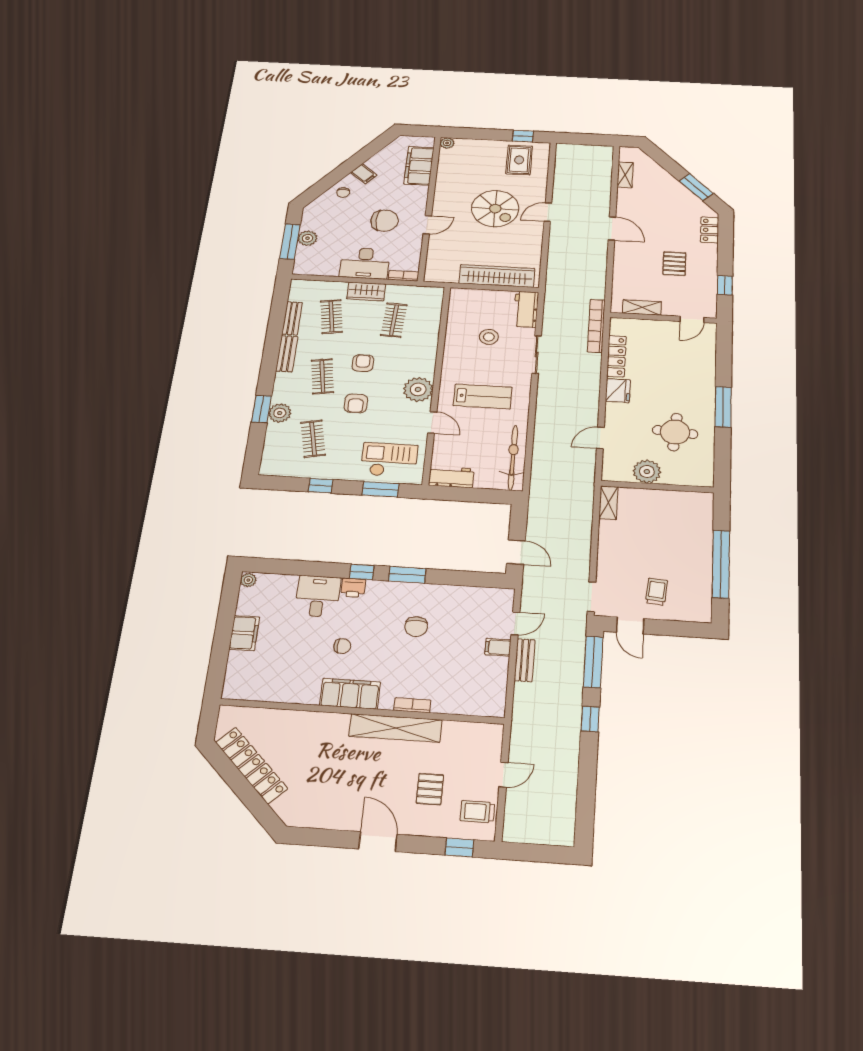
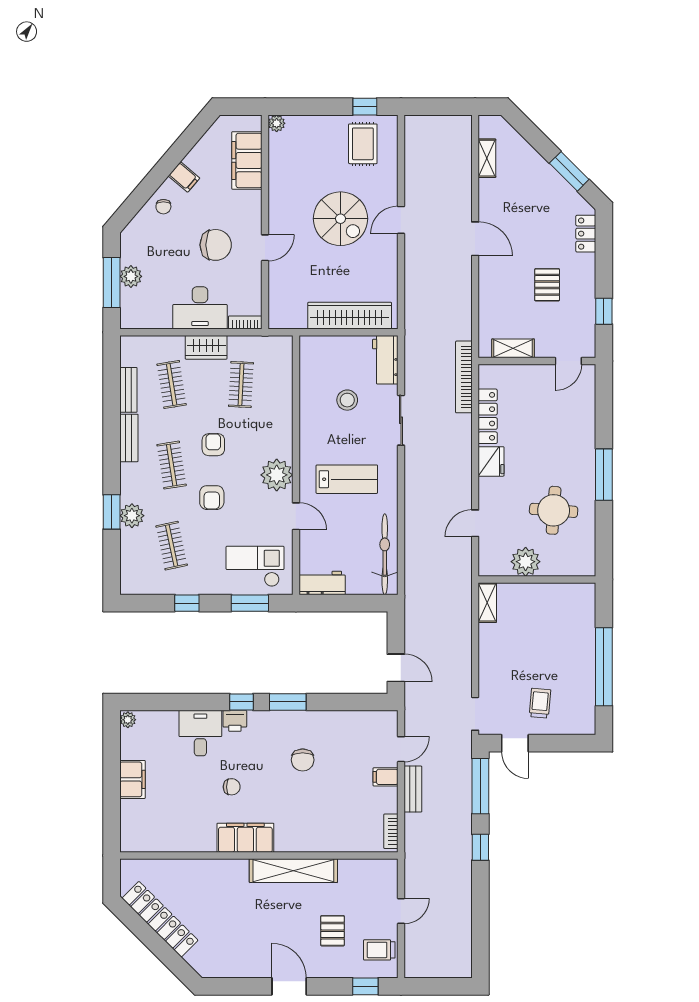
bookcase: (412, 705) -> (391, 831), moved, turned -90

